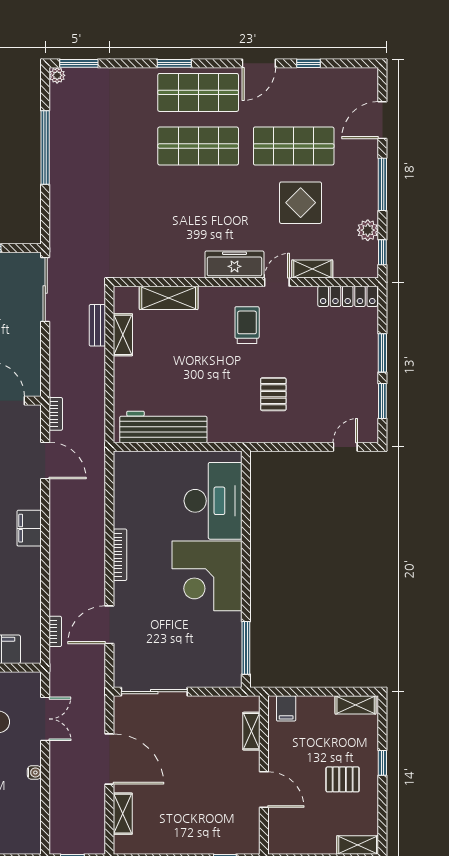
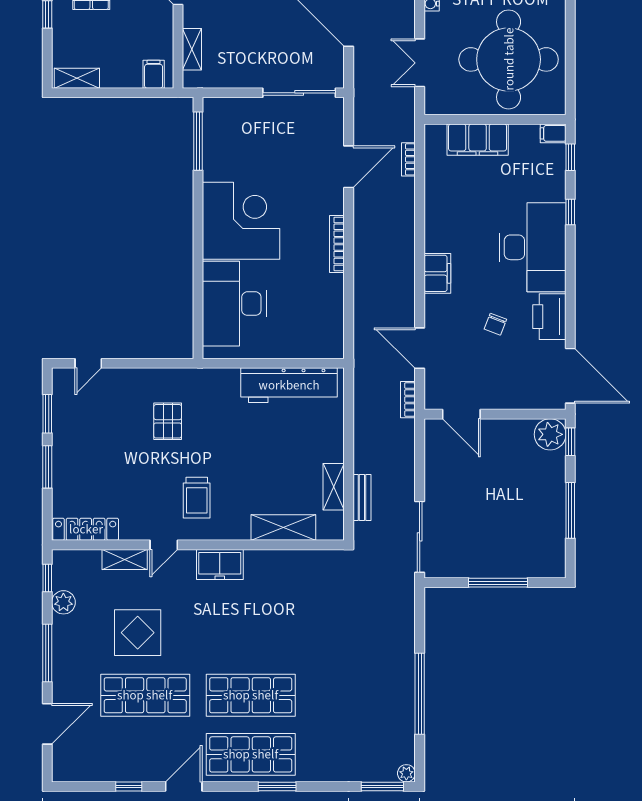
freezer: (234, 265) -> (220, 564), width x0.71

